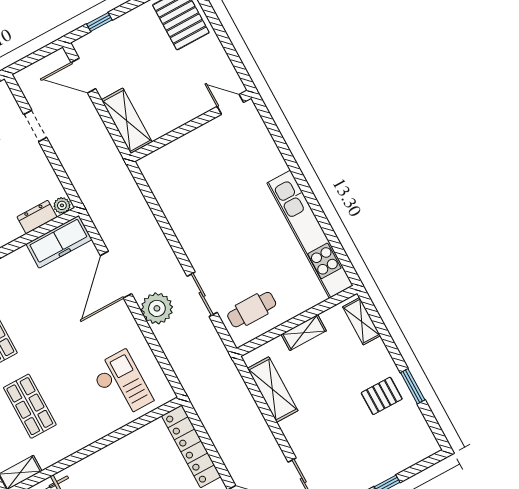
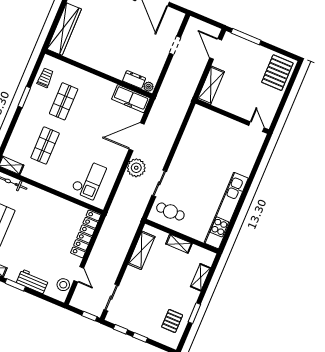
window: (99, 22) -> (246, 37), width x2.17
shelving: (361, 321) -> (201, 277), moved
pallet: (382, 396) -> (172, 321), moved, turned 90

